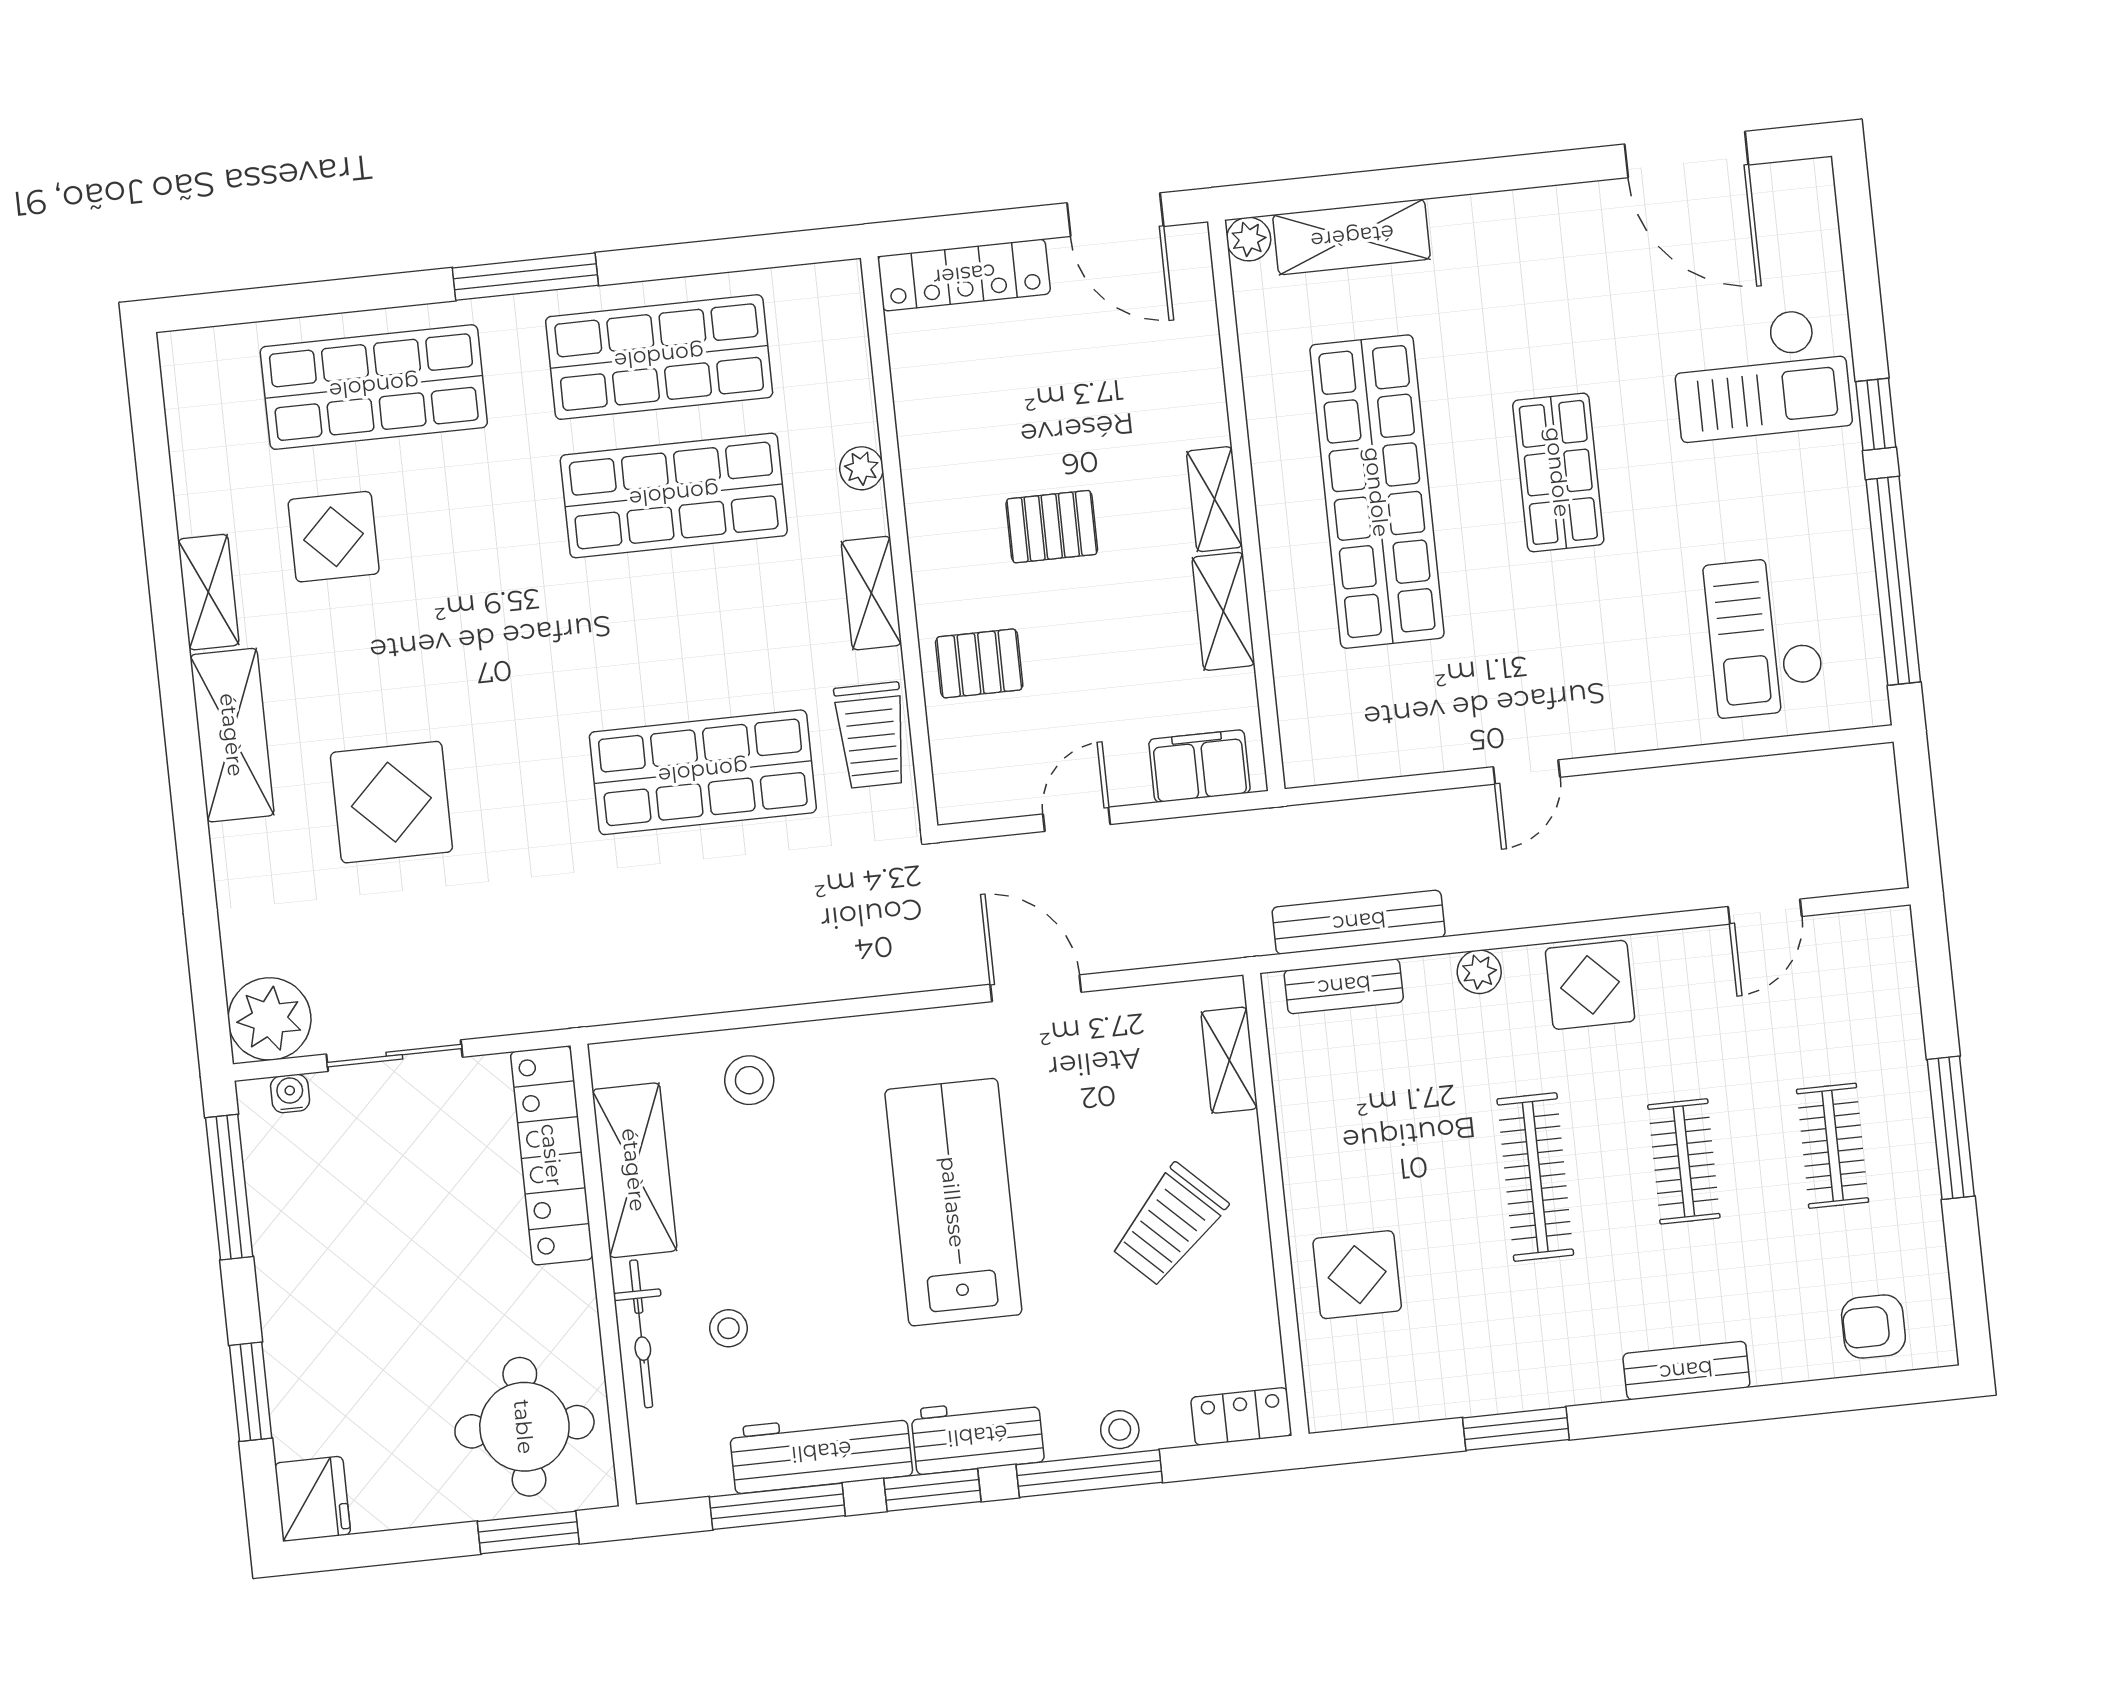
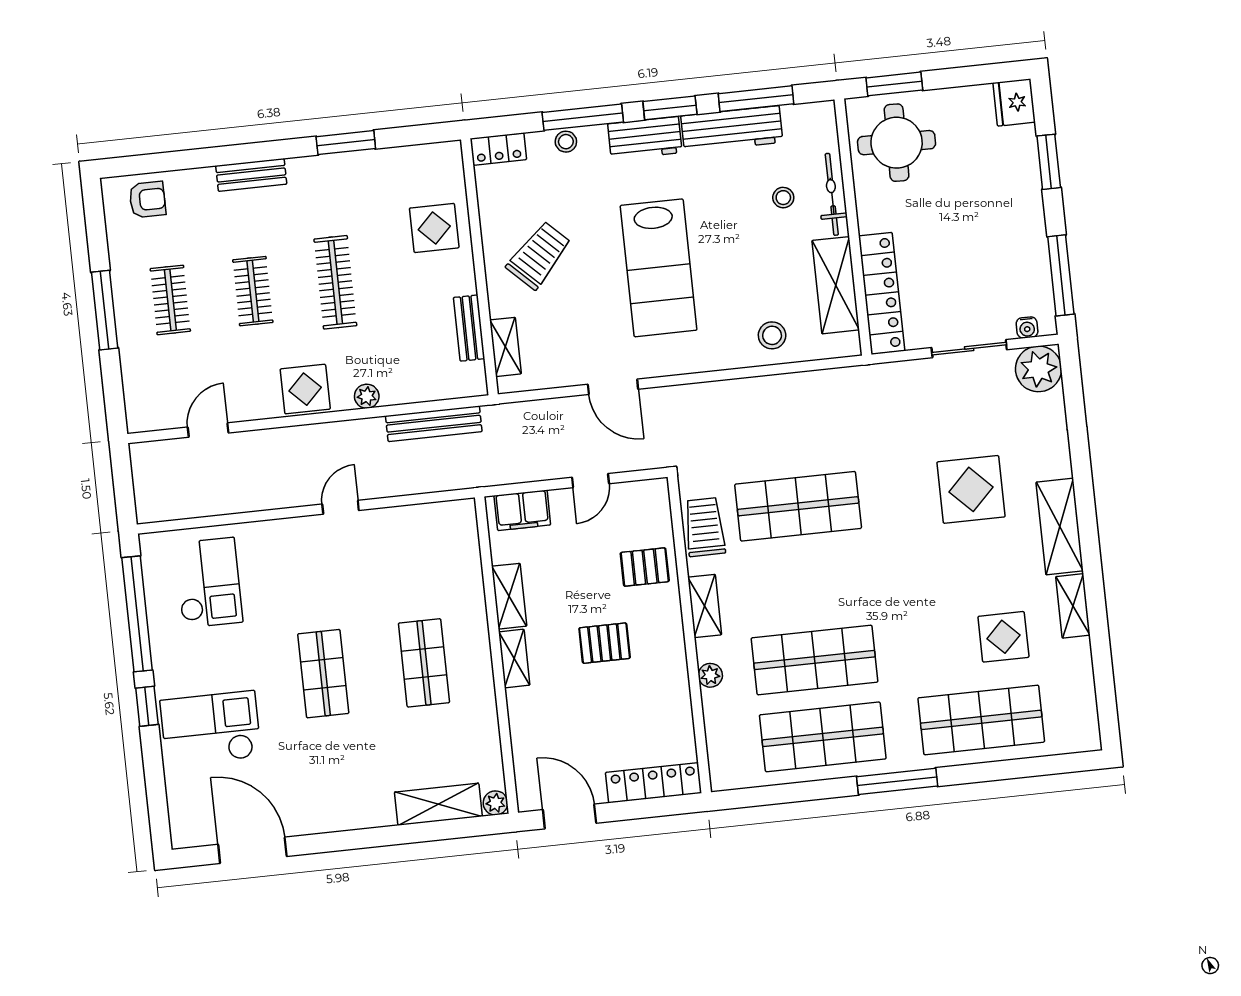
shop shelf: (1377, 492) -> (424, 663), width x0.50, depth x0.74
bench: (1344, 986) -> (469, 328), moved, turned 90

